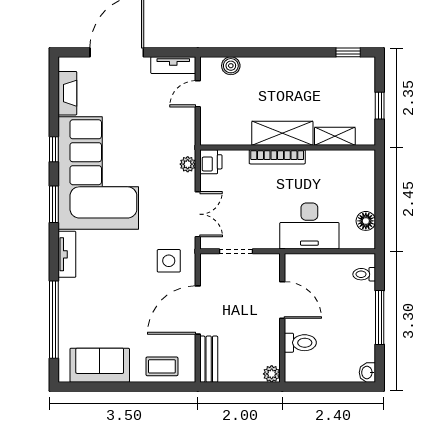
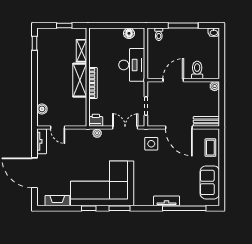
tv unit: (67, 254) -> (167, 201), moved

